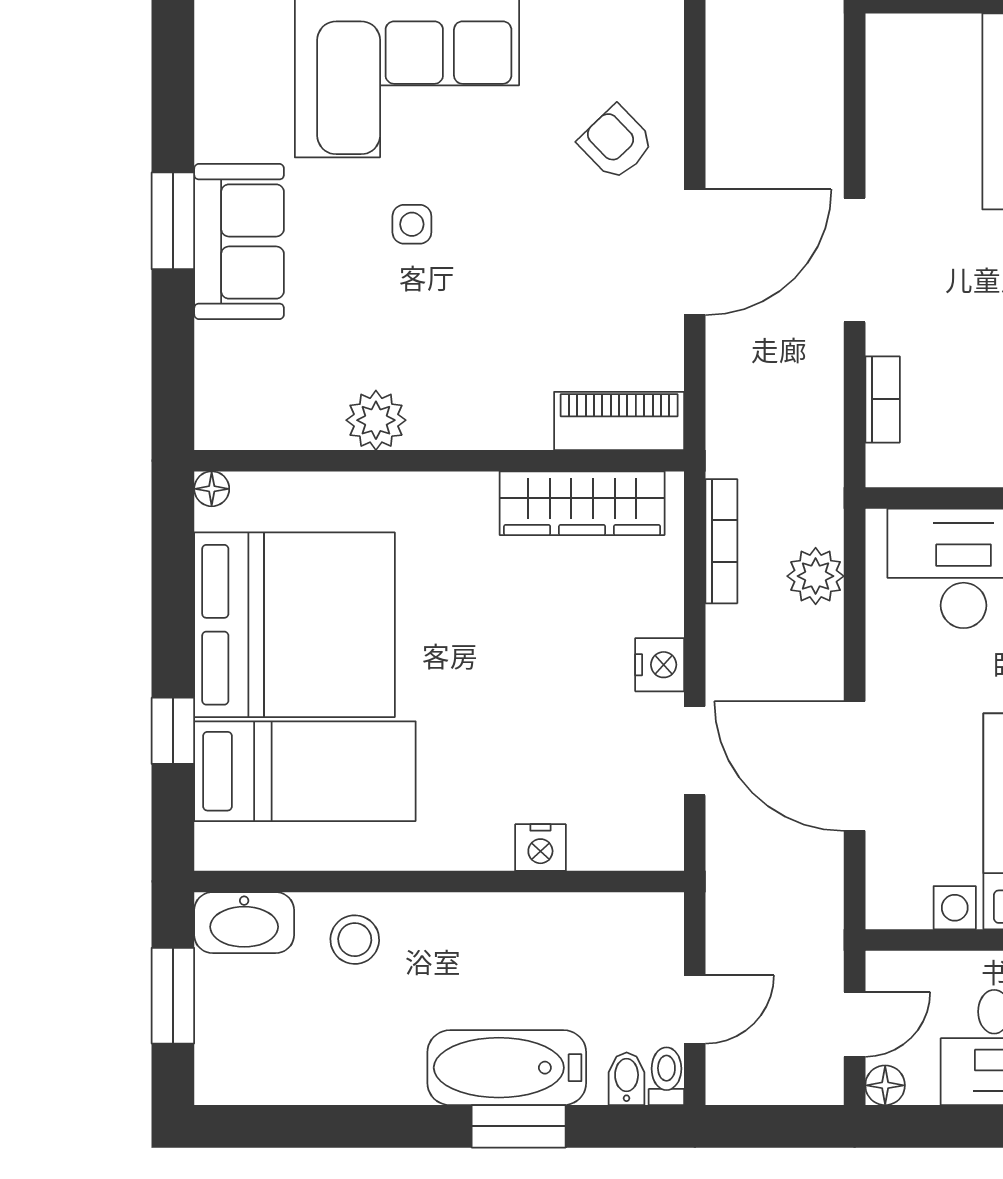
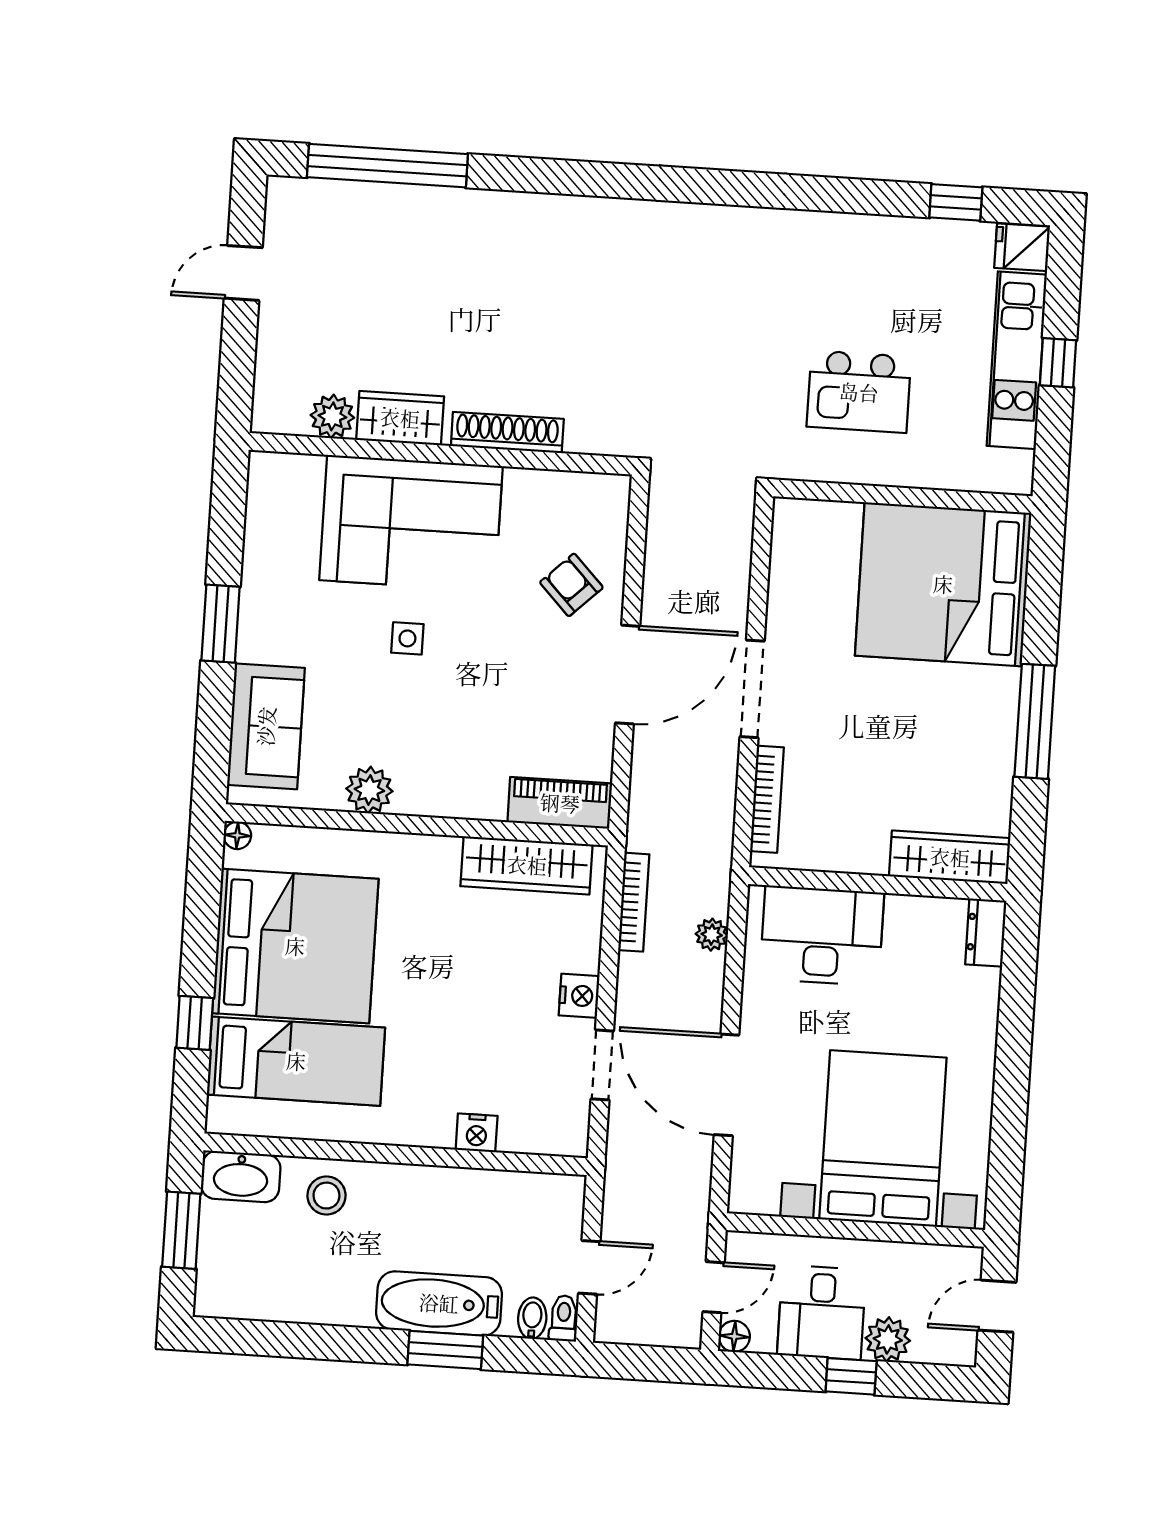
sofa: (239, 242) -> (266, 726), moved
bookcase: (883, 399) -> (767, 799), width x1.56
plant: (816, 576) -> (712, 935), width x0.73, depth x0.73

